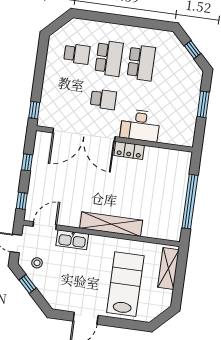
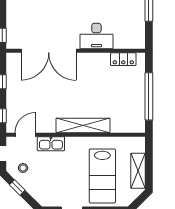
school desk: (103, 99) -> (61, 18), removed
locker: (129, 150) -> (123, 59), moved
shelving: (168, 268) -> (138, 171), moved
lab bench: (125, 284) -> (102, 176), turned 180

